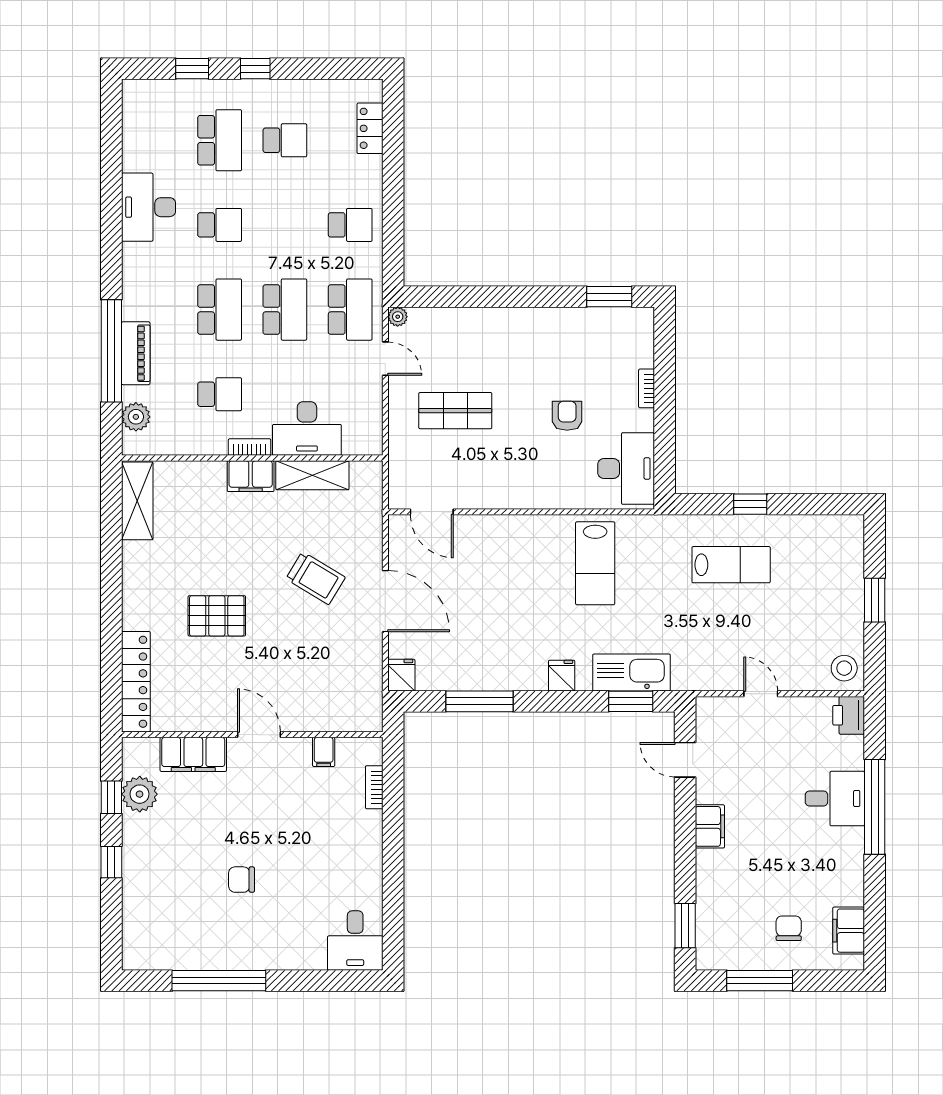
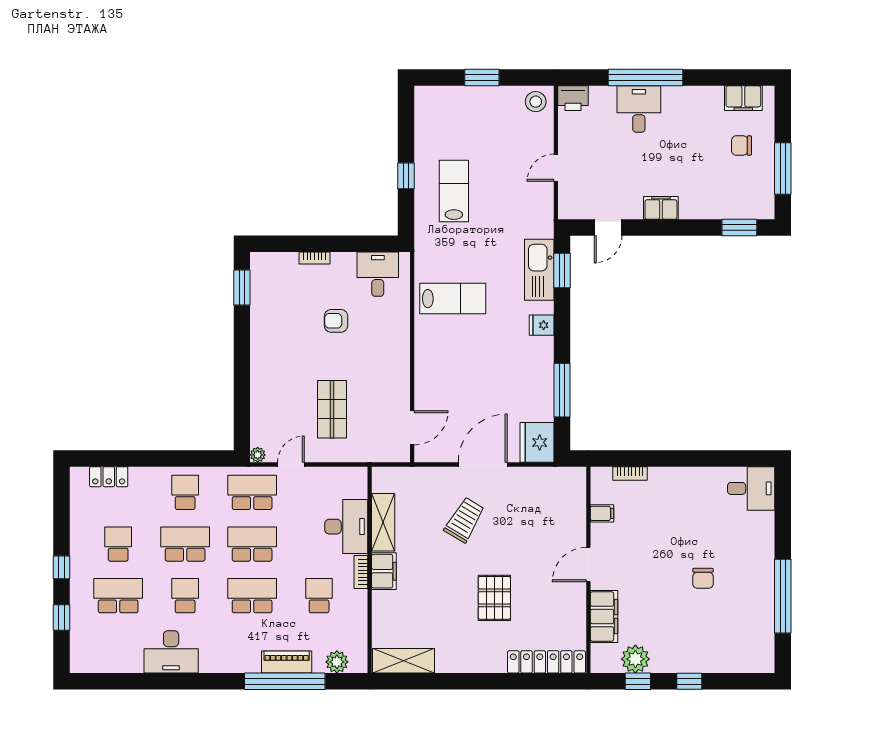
school desk: (285, 225) -> (185, 544), added
desk: (626, 468) -> (378, 274), width x0.73
fridge: (401, 675) -> (537, 442), width x1.88, depth x1.34

